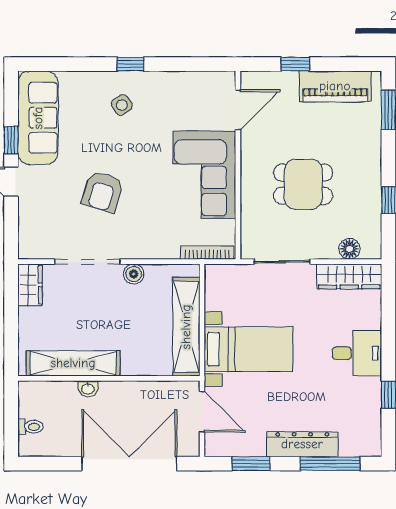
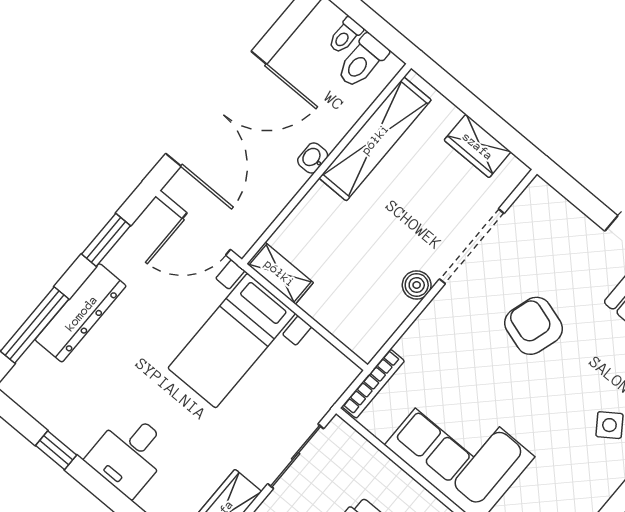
wardrobe: (30, 285) -> (478, 146), moved
shelving: (186, 327) -> (280, 273), width x0.45, depth x0.75
washbasin: (88, 389) -> (313, 158), moved
toilet: (37, 406) -> (362, 61), added

